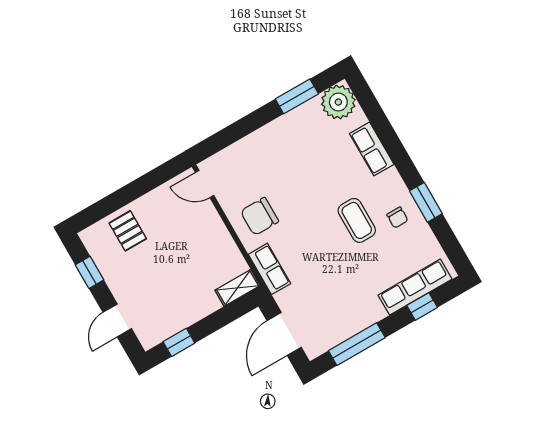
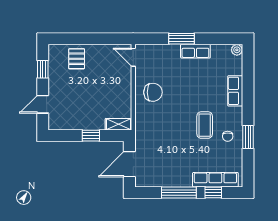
window: (297, 96) -> (181, 39), moved
plant: (338, 102) -> (237, 50), width x0.53, depth x0.53
chair: (259, 216) -> (153, 92), turned 180
row of seats: (269, 269) -> (195, 51), moved, turned 90
window: (179, 342) -> (91, 136), moved
window: (357, 344) -> (179, 192), moved

